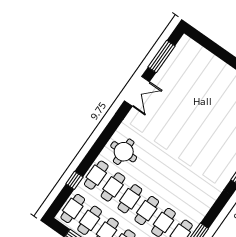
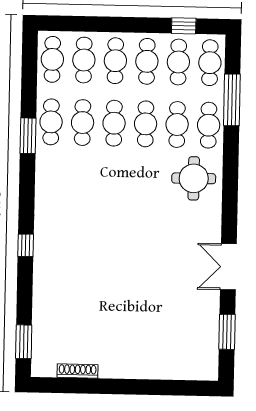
window: (161, 56) -> (227, 332), width x0.69
window: (74, 180) -> (232, 100), width x2.17

